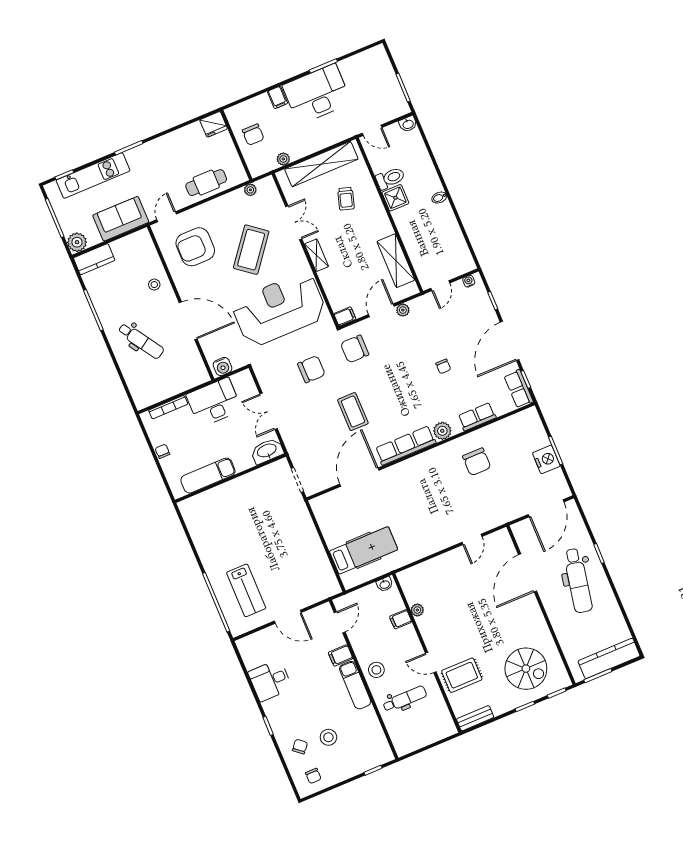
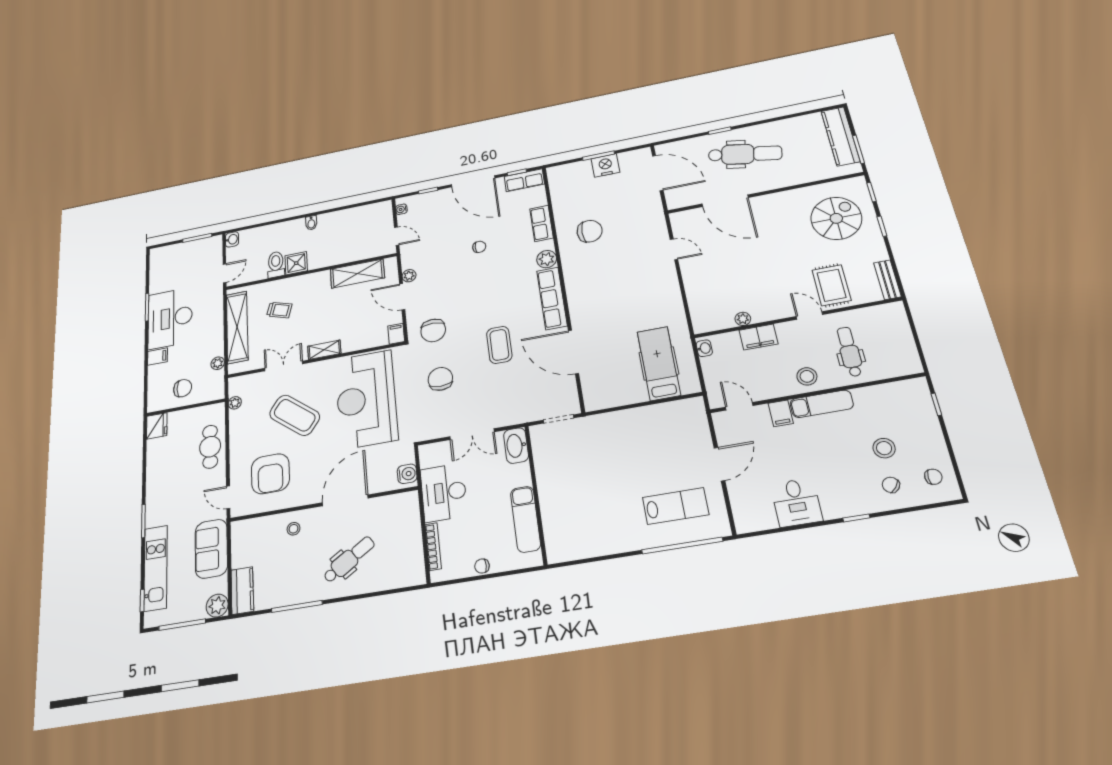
coffee table: (353, 412) -> (499, 345), turned 90
filing cabinet: (401, 619) -> (759, 337), width x2.00
door: (431, 662) -> (809, 316), swing flipped

